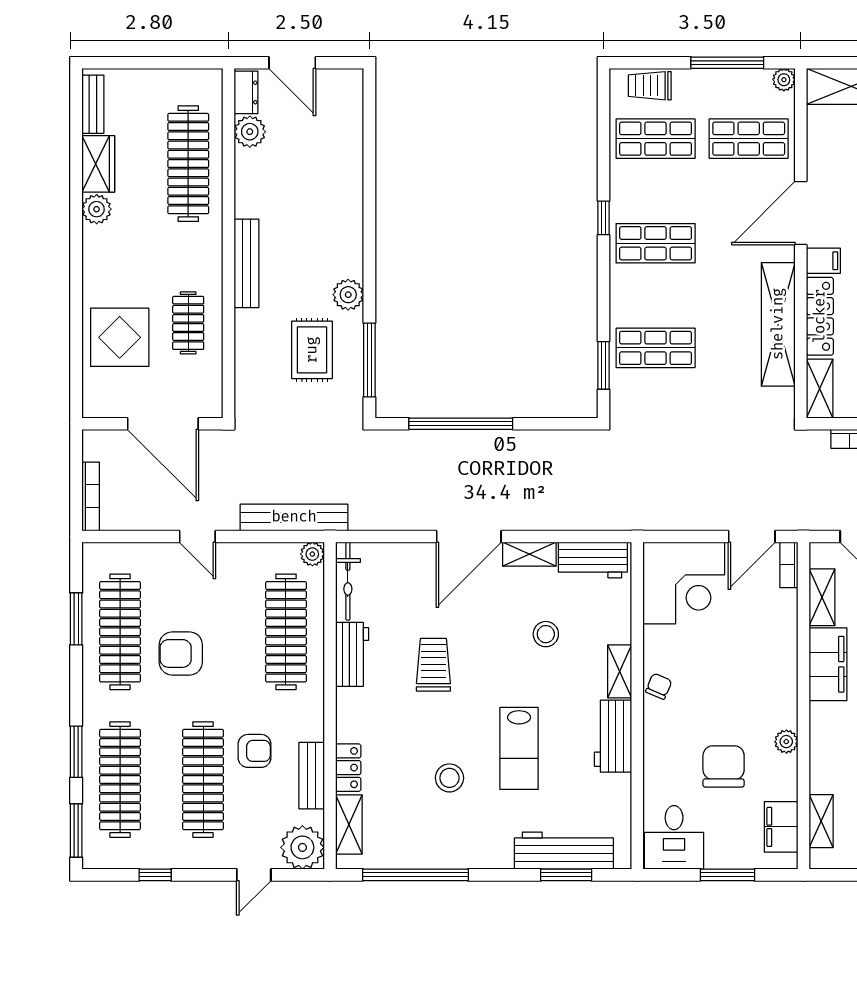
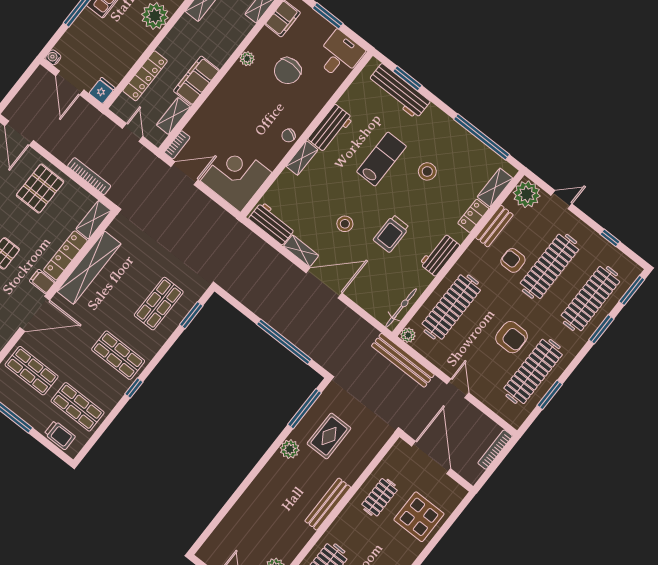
shop shelf: (656, 348) -> (159, 304), turned 90
stool: (546, 634) -> (345, 224), moved
workbench: (352, 654) -> (440, 255), moved

